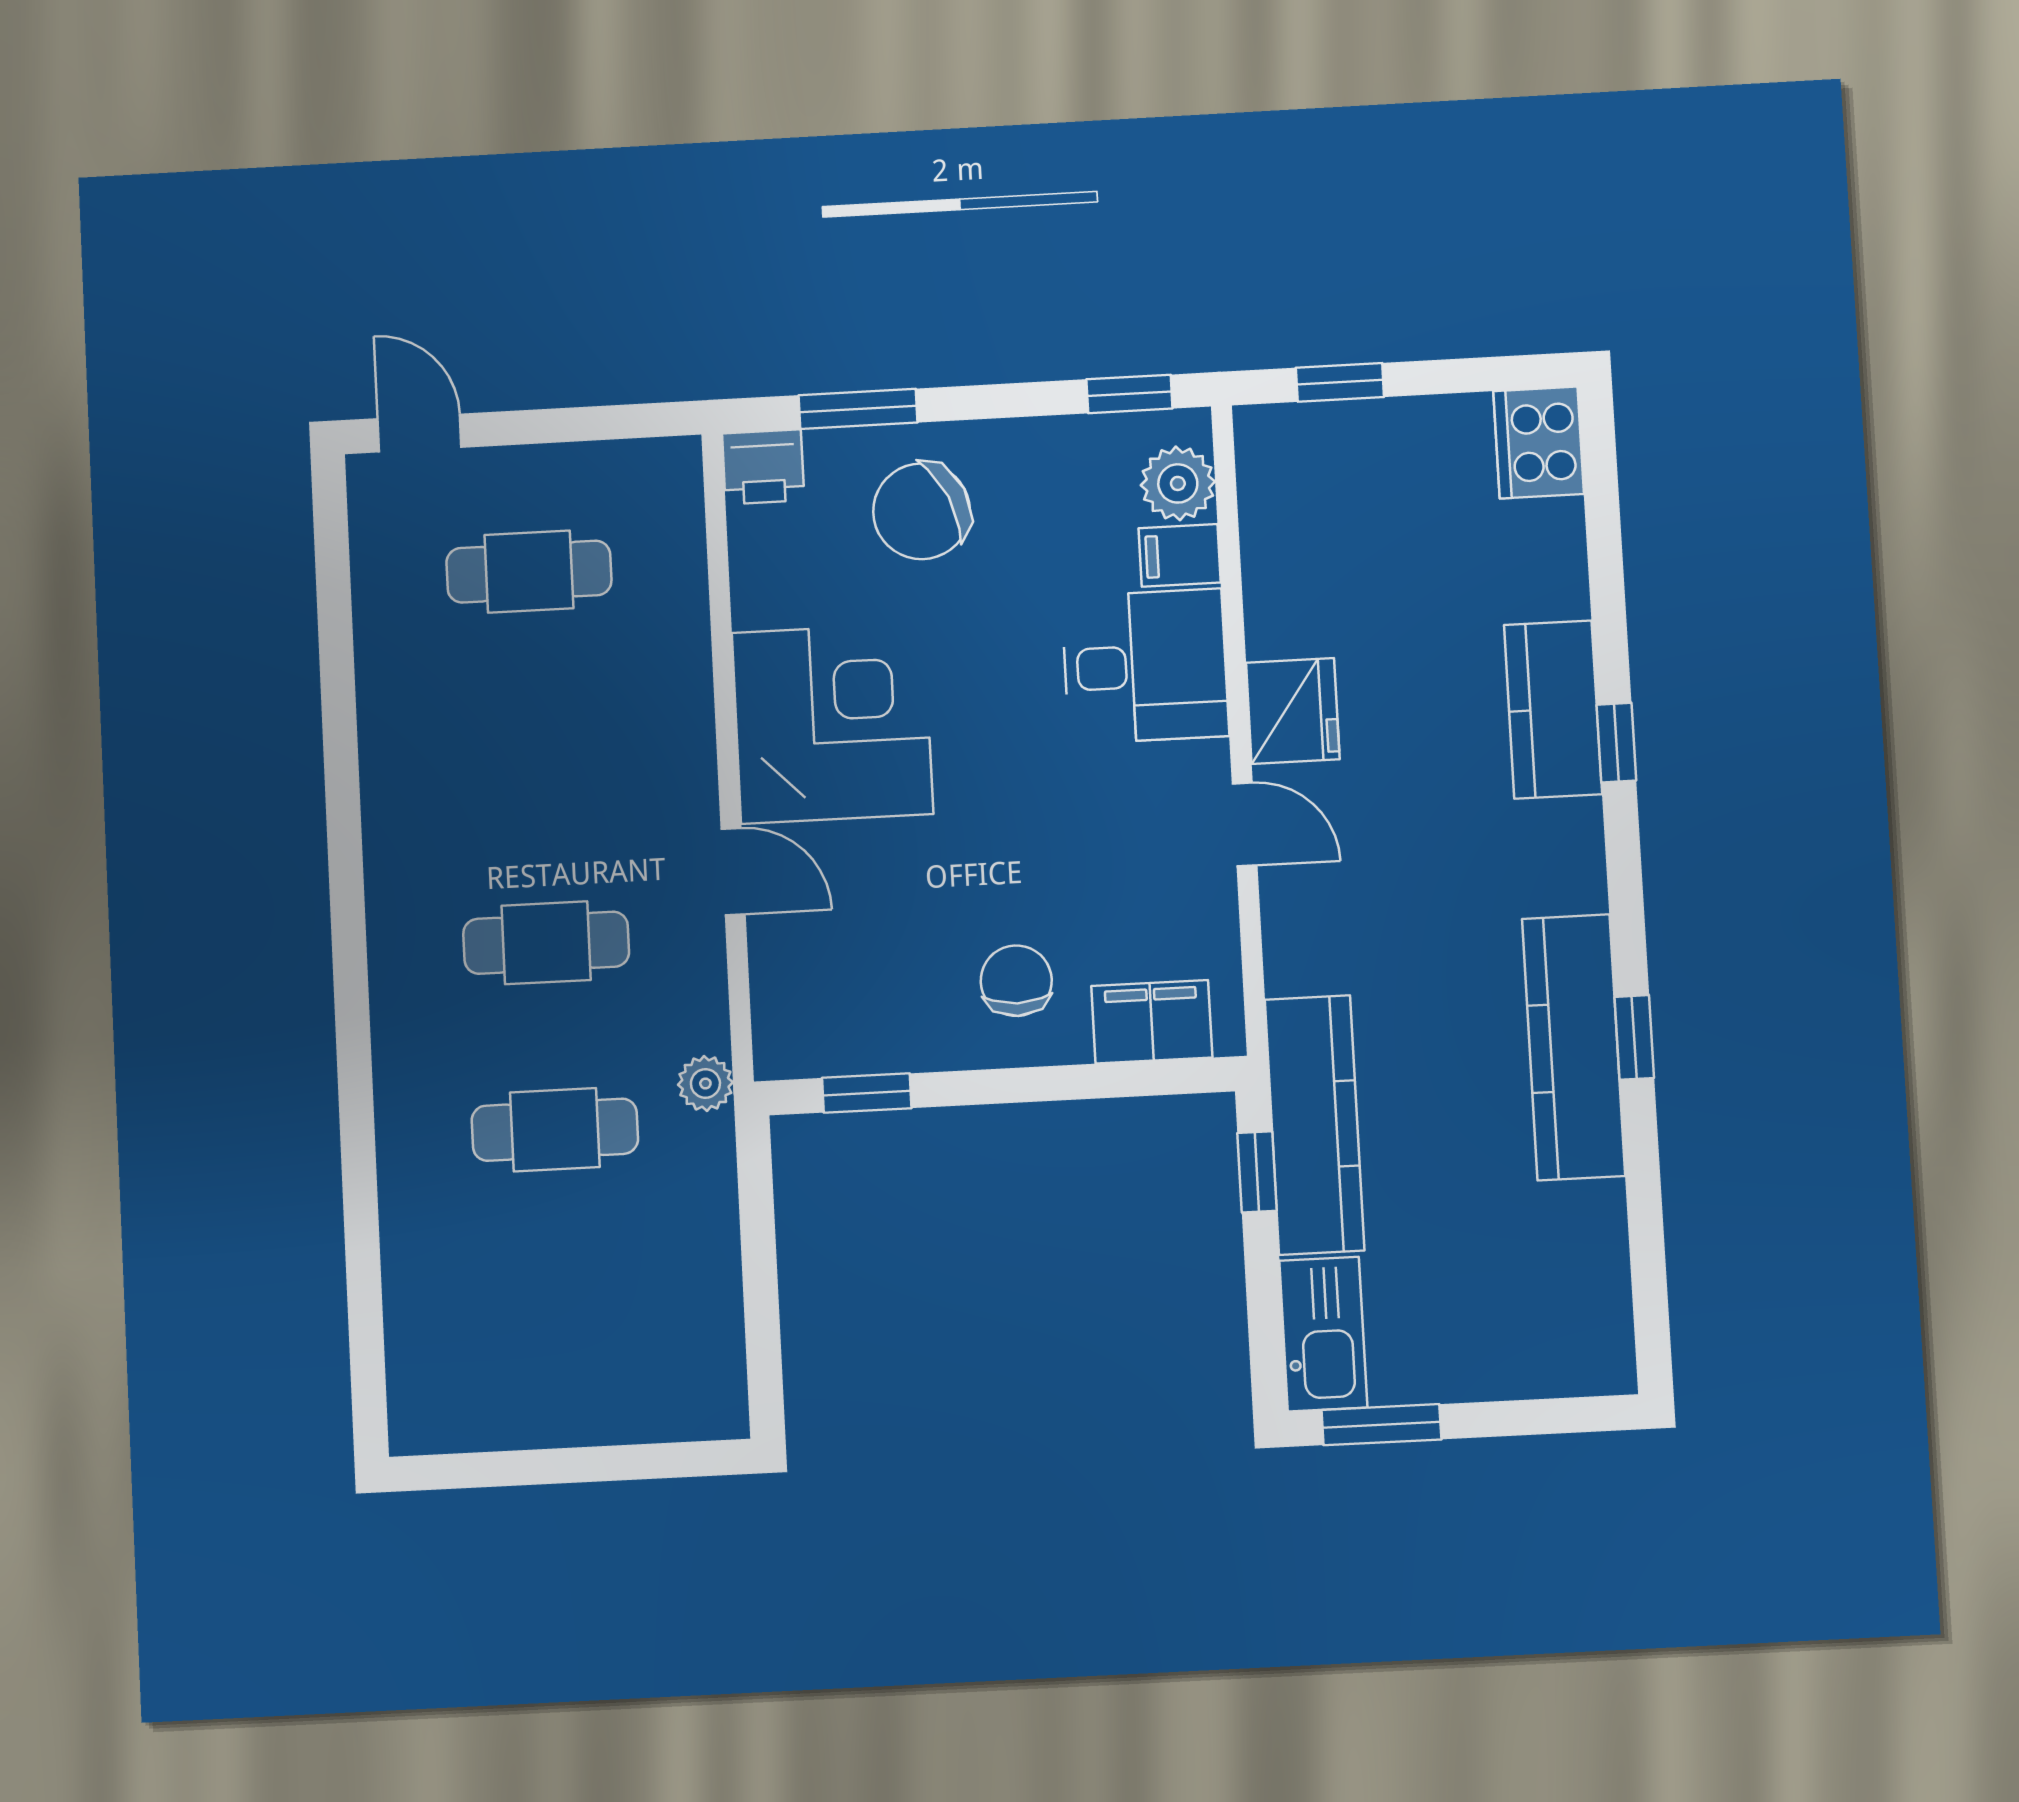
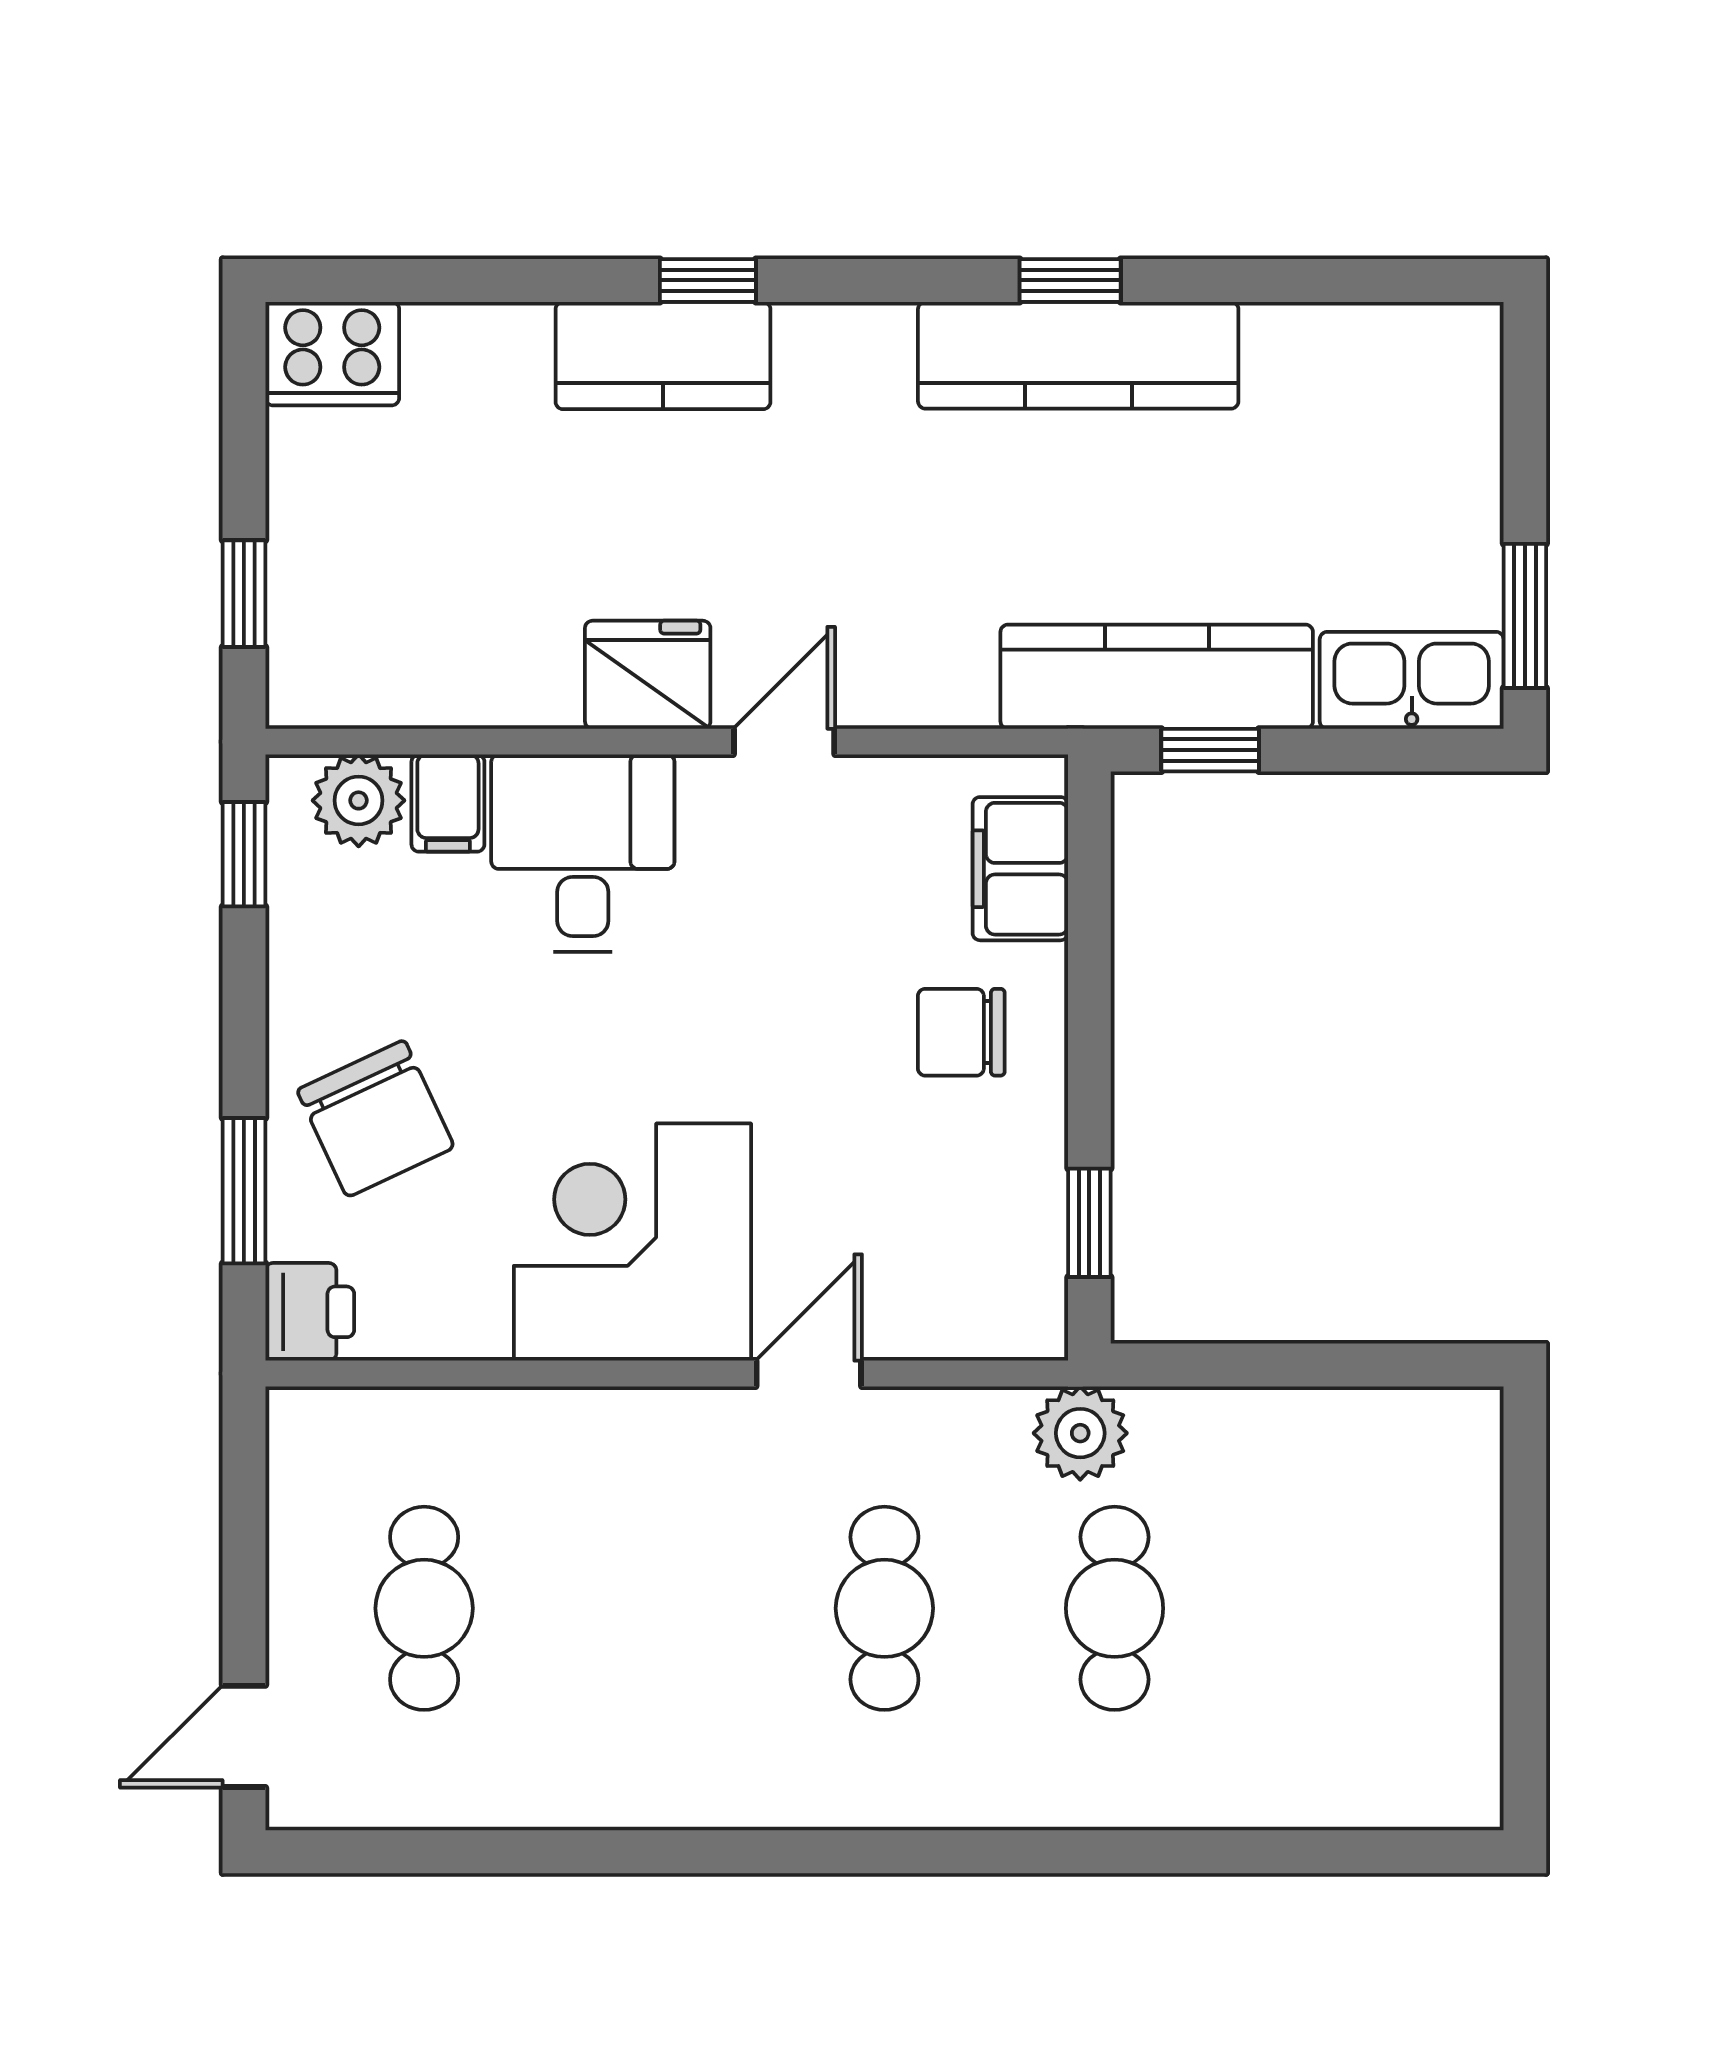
plant: (705, 1083) -> (1080, 1433), width x1.38, depth x1.38

